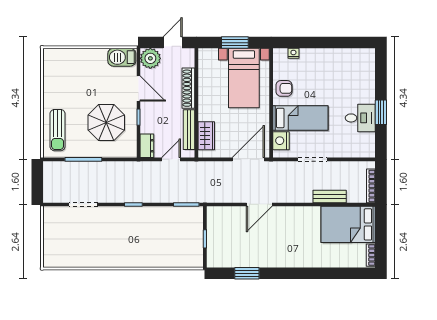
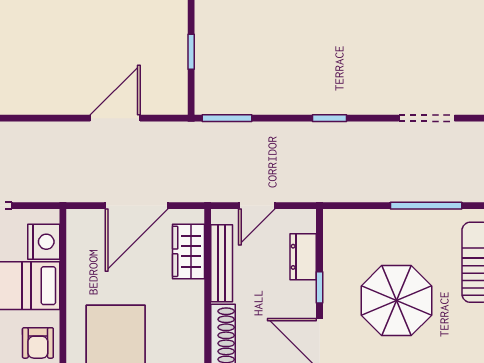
armchair: (284, 88) -> (38, 343), turned -90
parasol: (106, 122) -> (396, 301), moved
dresser: (147, 146) -> (303, 257), moved
door: (248, 159) -> (137, 206), moved
door: (259, 204) -> (115, 118), moved

